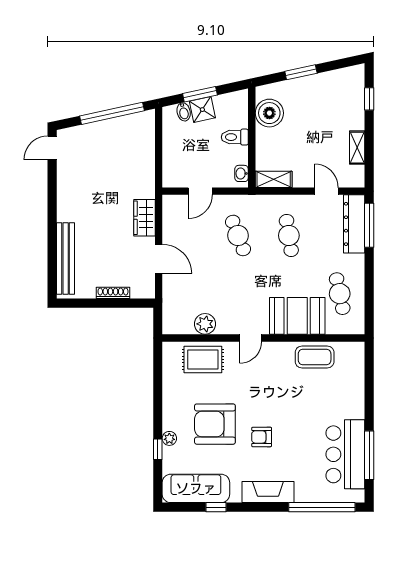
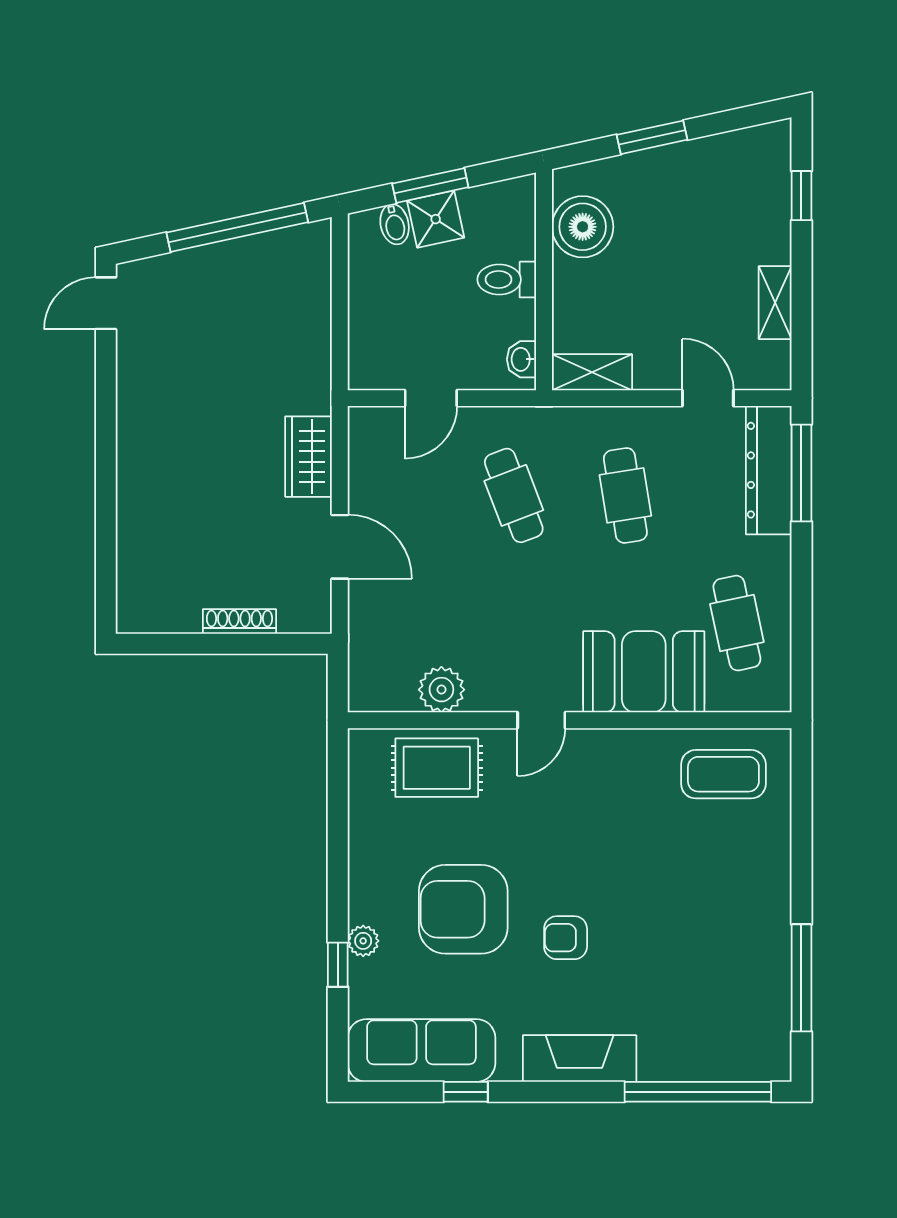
bench: (66, 259) -> (135, 546), removed
coffee table: (315, 357) -> (723, 774), moved
bar counter: (345, 454) -> (749, 976), removed

